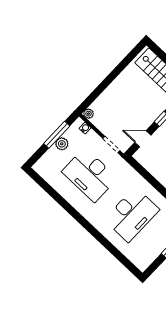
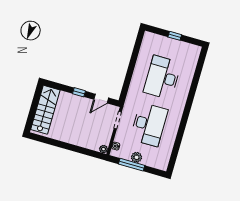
door: (143, 139) -> (101, 99), hinge flipped
desk: (132, 215) -> (162, 77), turned -90

